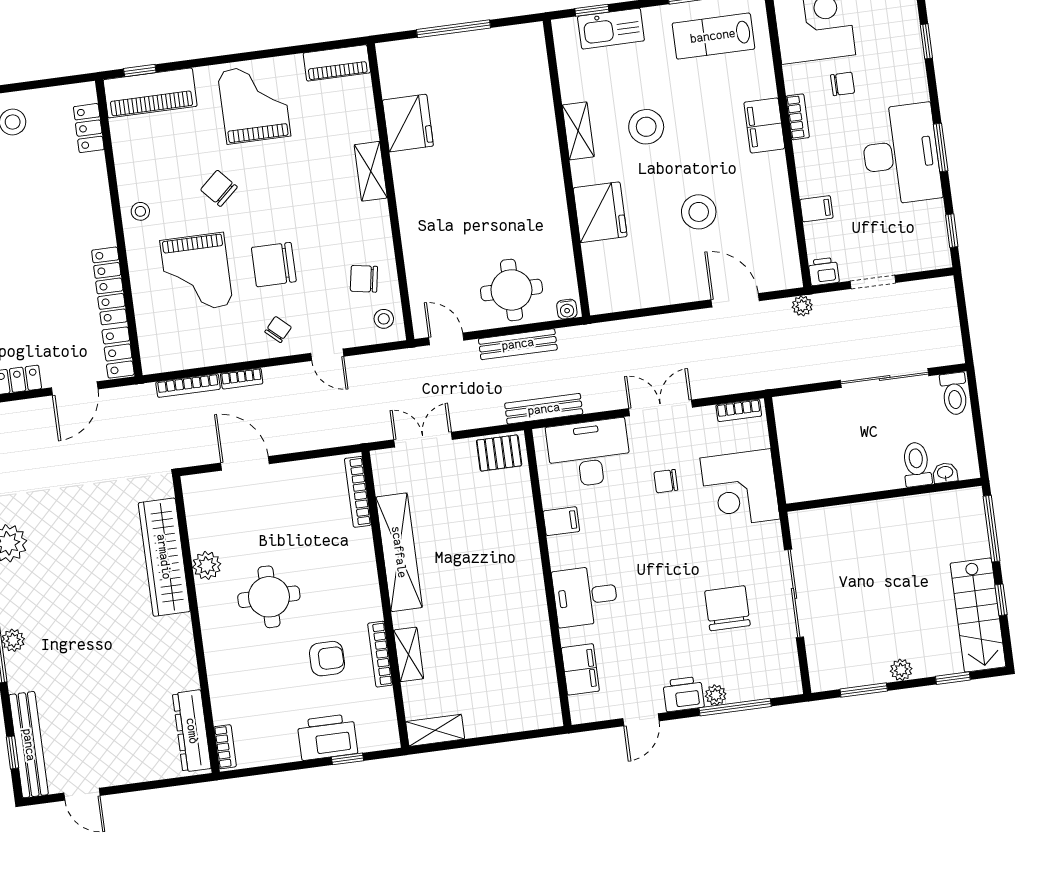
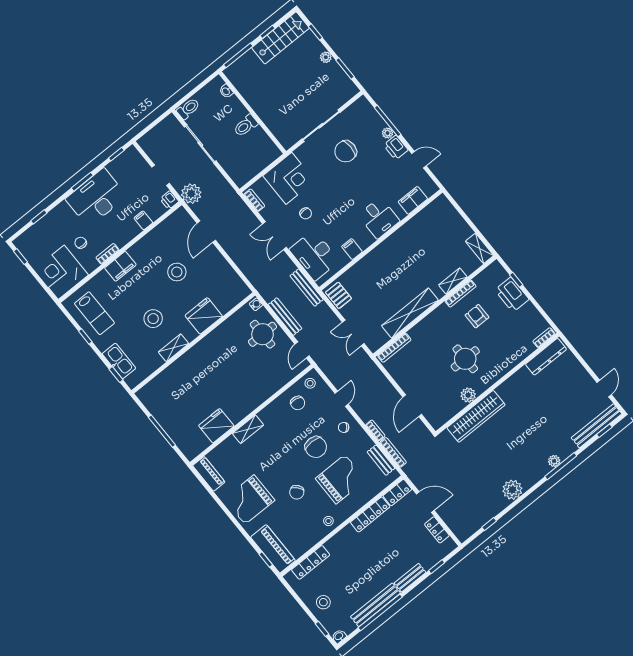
locker: (89, 128) -> (311, 562), width x1.53
plant: (802, 306) -> (191, 194), width x1.87, depth x1.87
bench: (187, 358) -> (381, 460), added
toilet: (917, 464) -> (246, 126), moved

